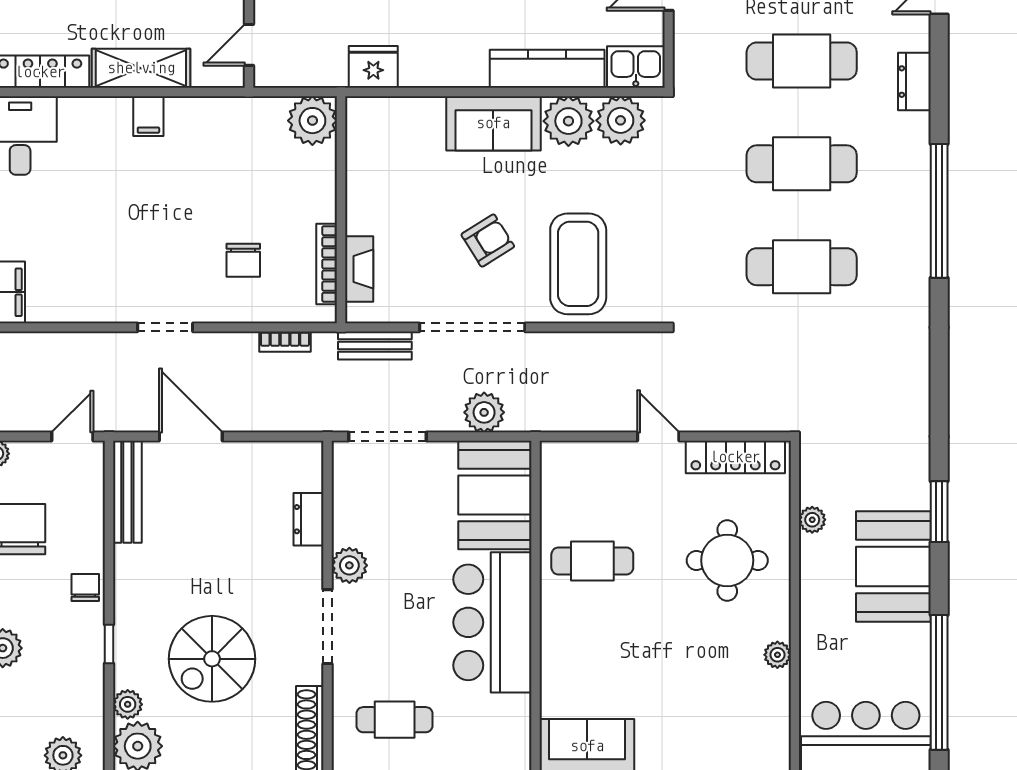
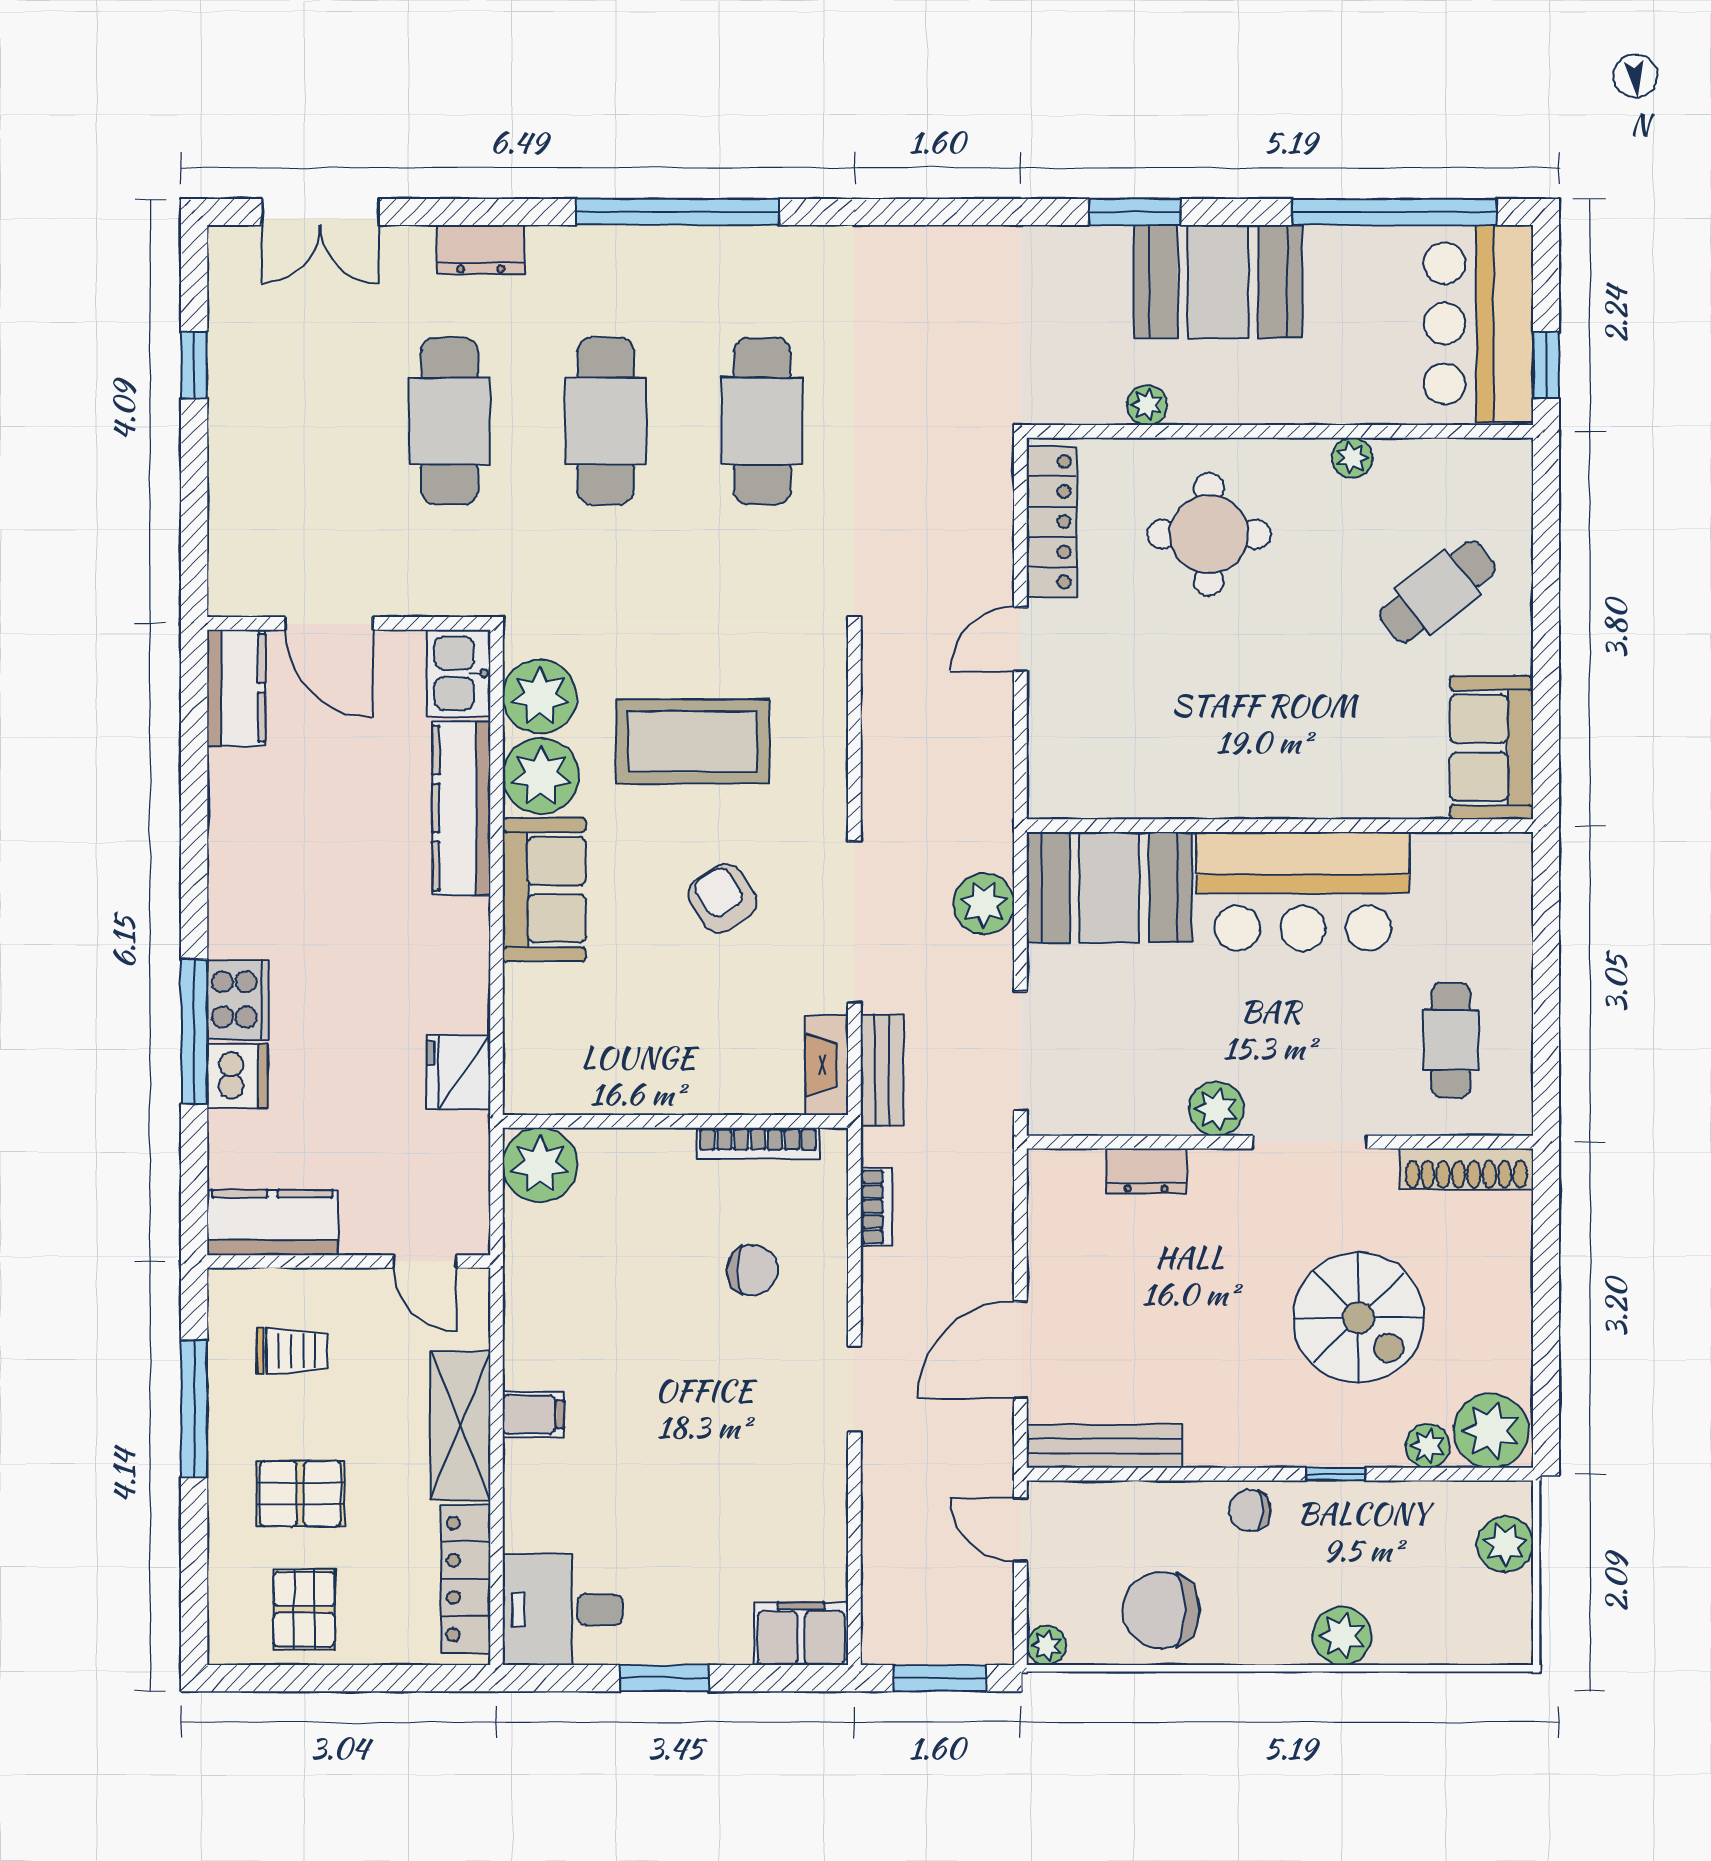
coffee table: (578, 264) -> (693, 742), moved
fireplace: (359, 269) -> (827, 1065), moved, turned -90
cafe table: (592, 561) -> (1437, 591), moved, turned 52

